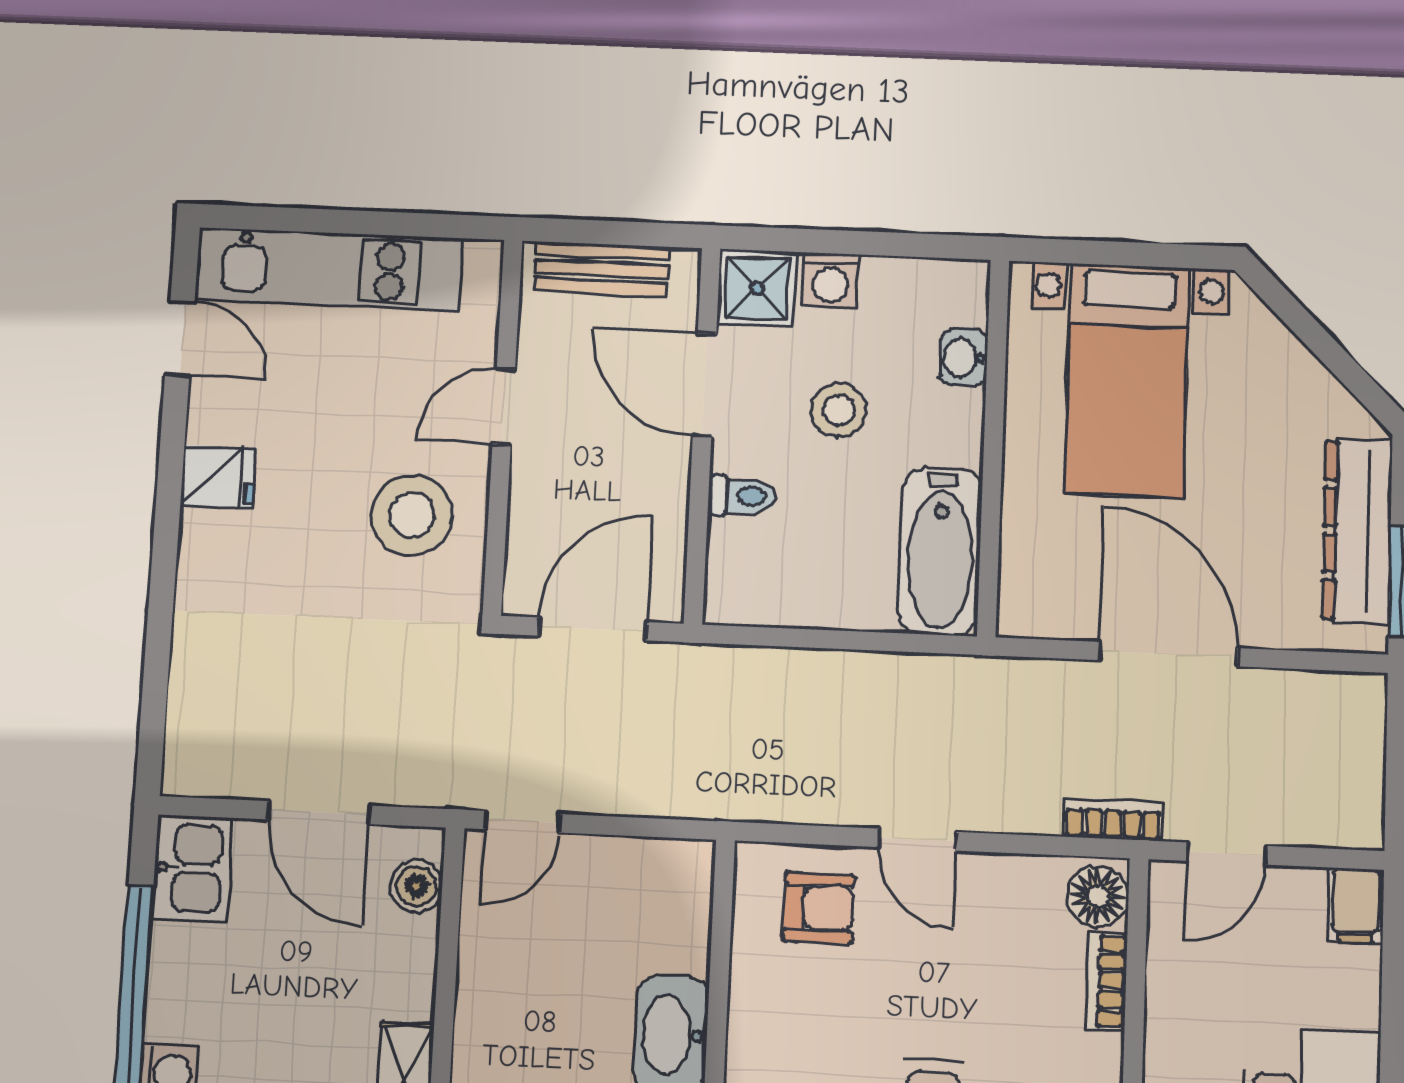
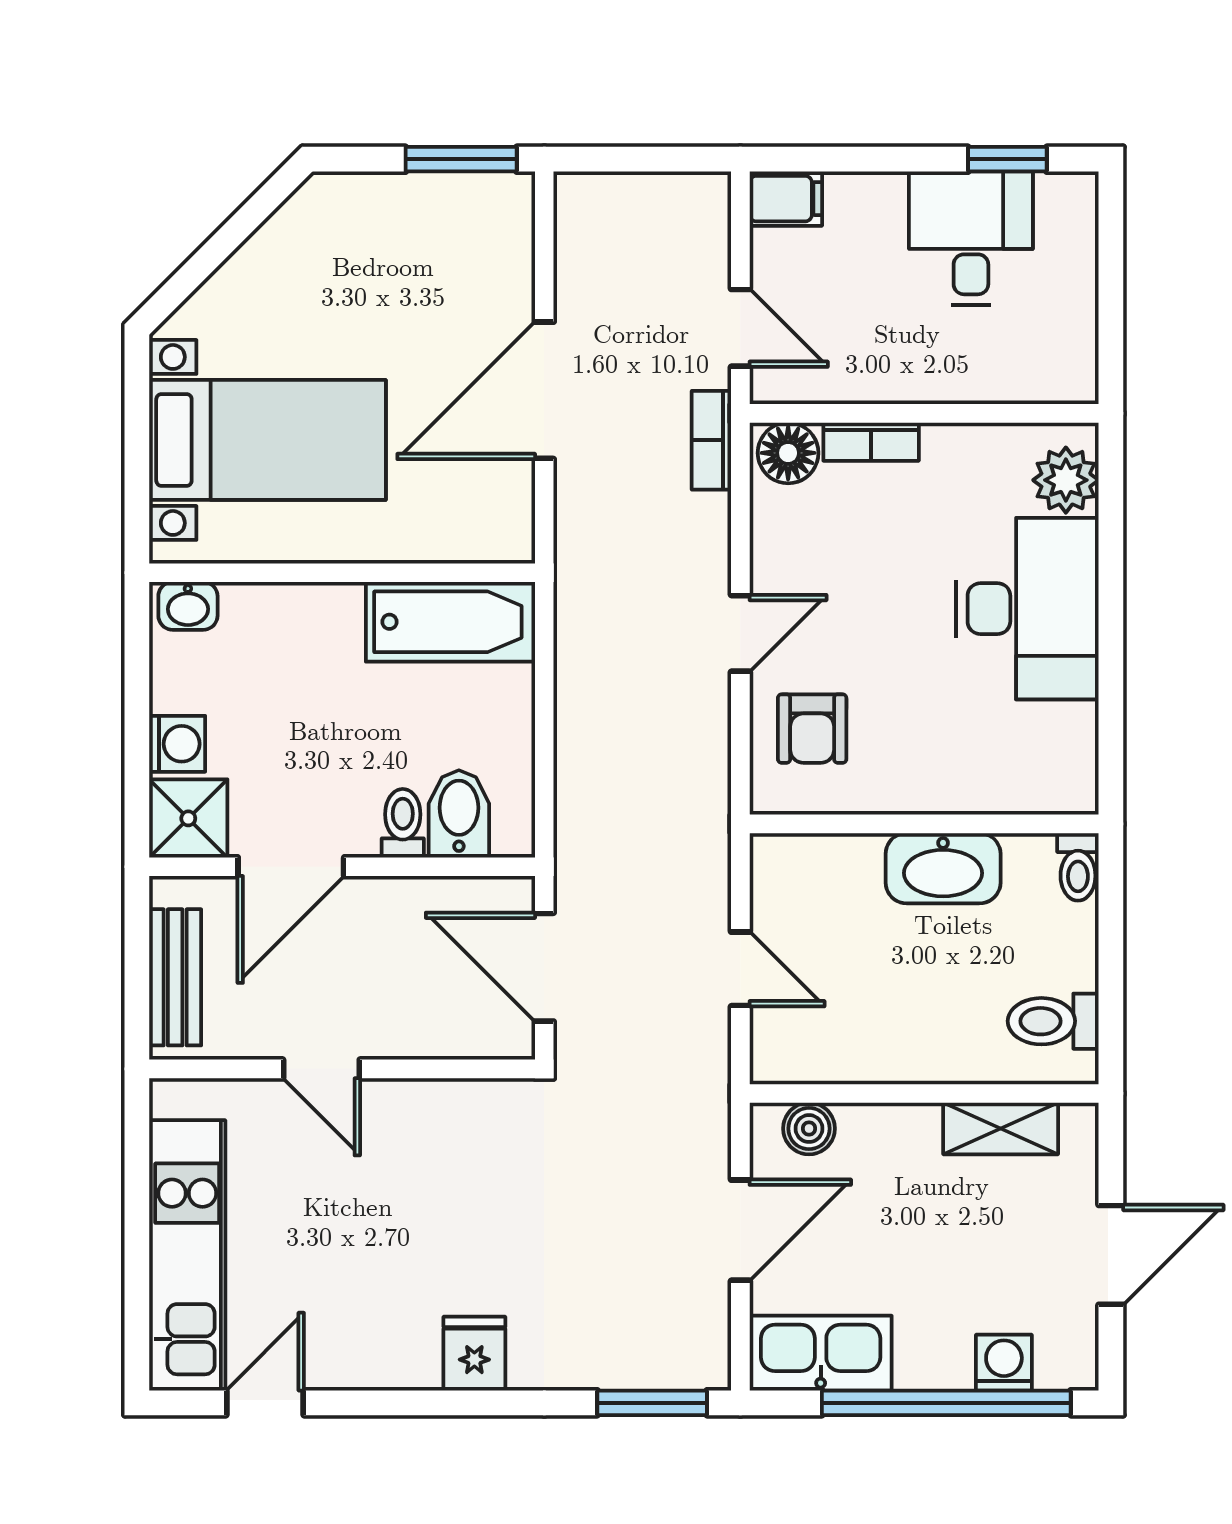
washbasin: (964, 358) -> (188, 606), moved
stool: (839, 410) -> (311, 730), removed
fridge: (219, 476) -> (474, 1354), moved
stool: (412, 515) -> (437, 1156), removed
dresser: (1357, 531) -> (412, 205), removed
bidet: (749, 551) -> (459, 814), added
window: (153, 717) -> (652, 1403), added
door: (522, 822) -> (740, 969), moved
kitchen sink: (192, 868) -> (821, 1353), width x1.38
armchair: (819, 908) -> (812, 729), turned 180

